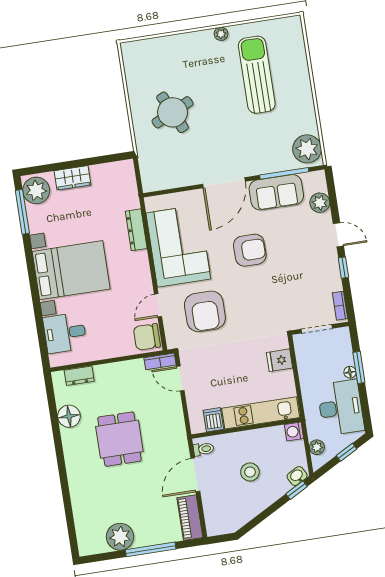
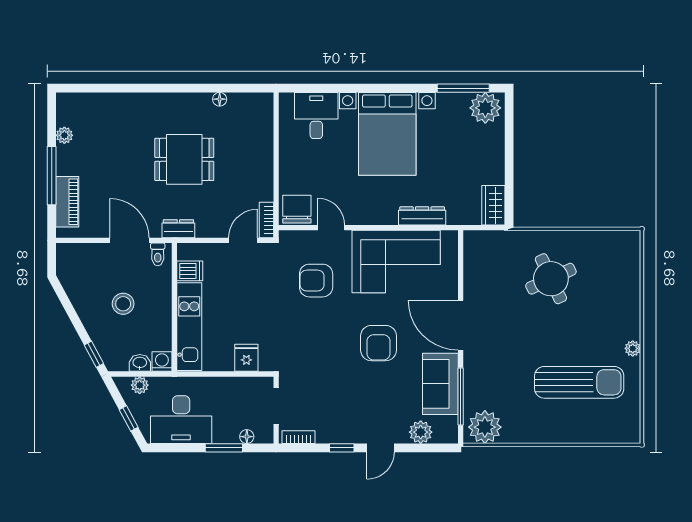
wardrobe: (72, 178) -> (493, 205), moved
armchair: (205, 311) -> (316, 281), width x0.73, depth x0.73
floor lamp: (350, 372) -> (247, 437), moved
dresser: (79, 376) -> (178, 229), moved, turned 90
floor lamp: (69, 416) -> (220, 99), width x0.53, depth x0.53
washbasin: (297, 476) -> (140, 363), moved, turned -62
piano: (190, 518) -> (67, 202), moved, turned 90
plant: (120, 537) -> (64, 135), width x0.53, depth x0.53

